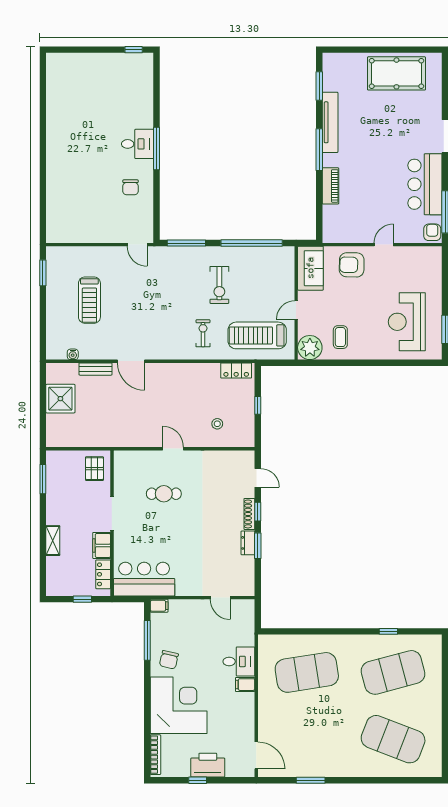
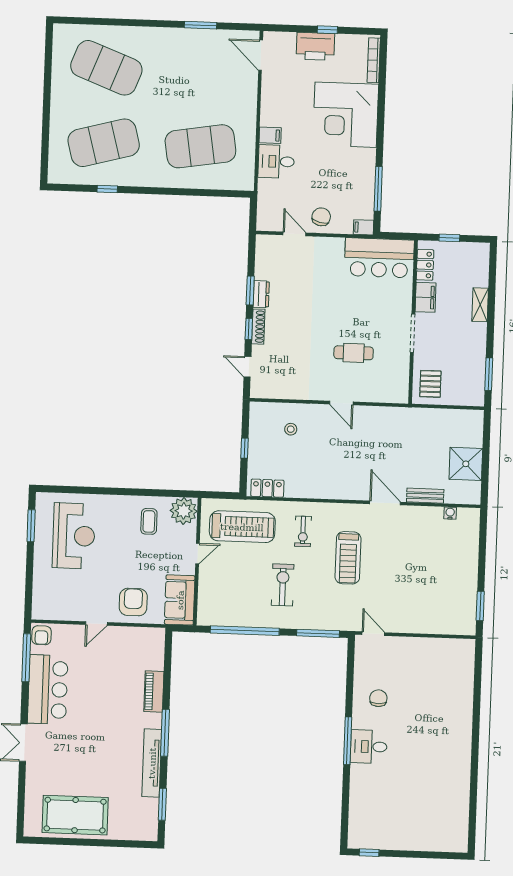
armchair: (352, 265) -> (133, 602), turned -91
treadmill: (89, 300) -> (348, 558), moved, turned 180
chair: (169, 660) -> (321, 217), moved

